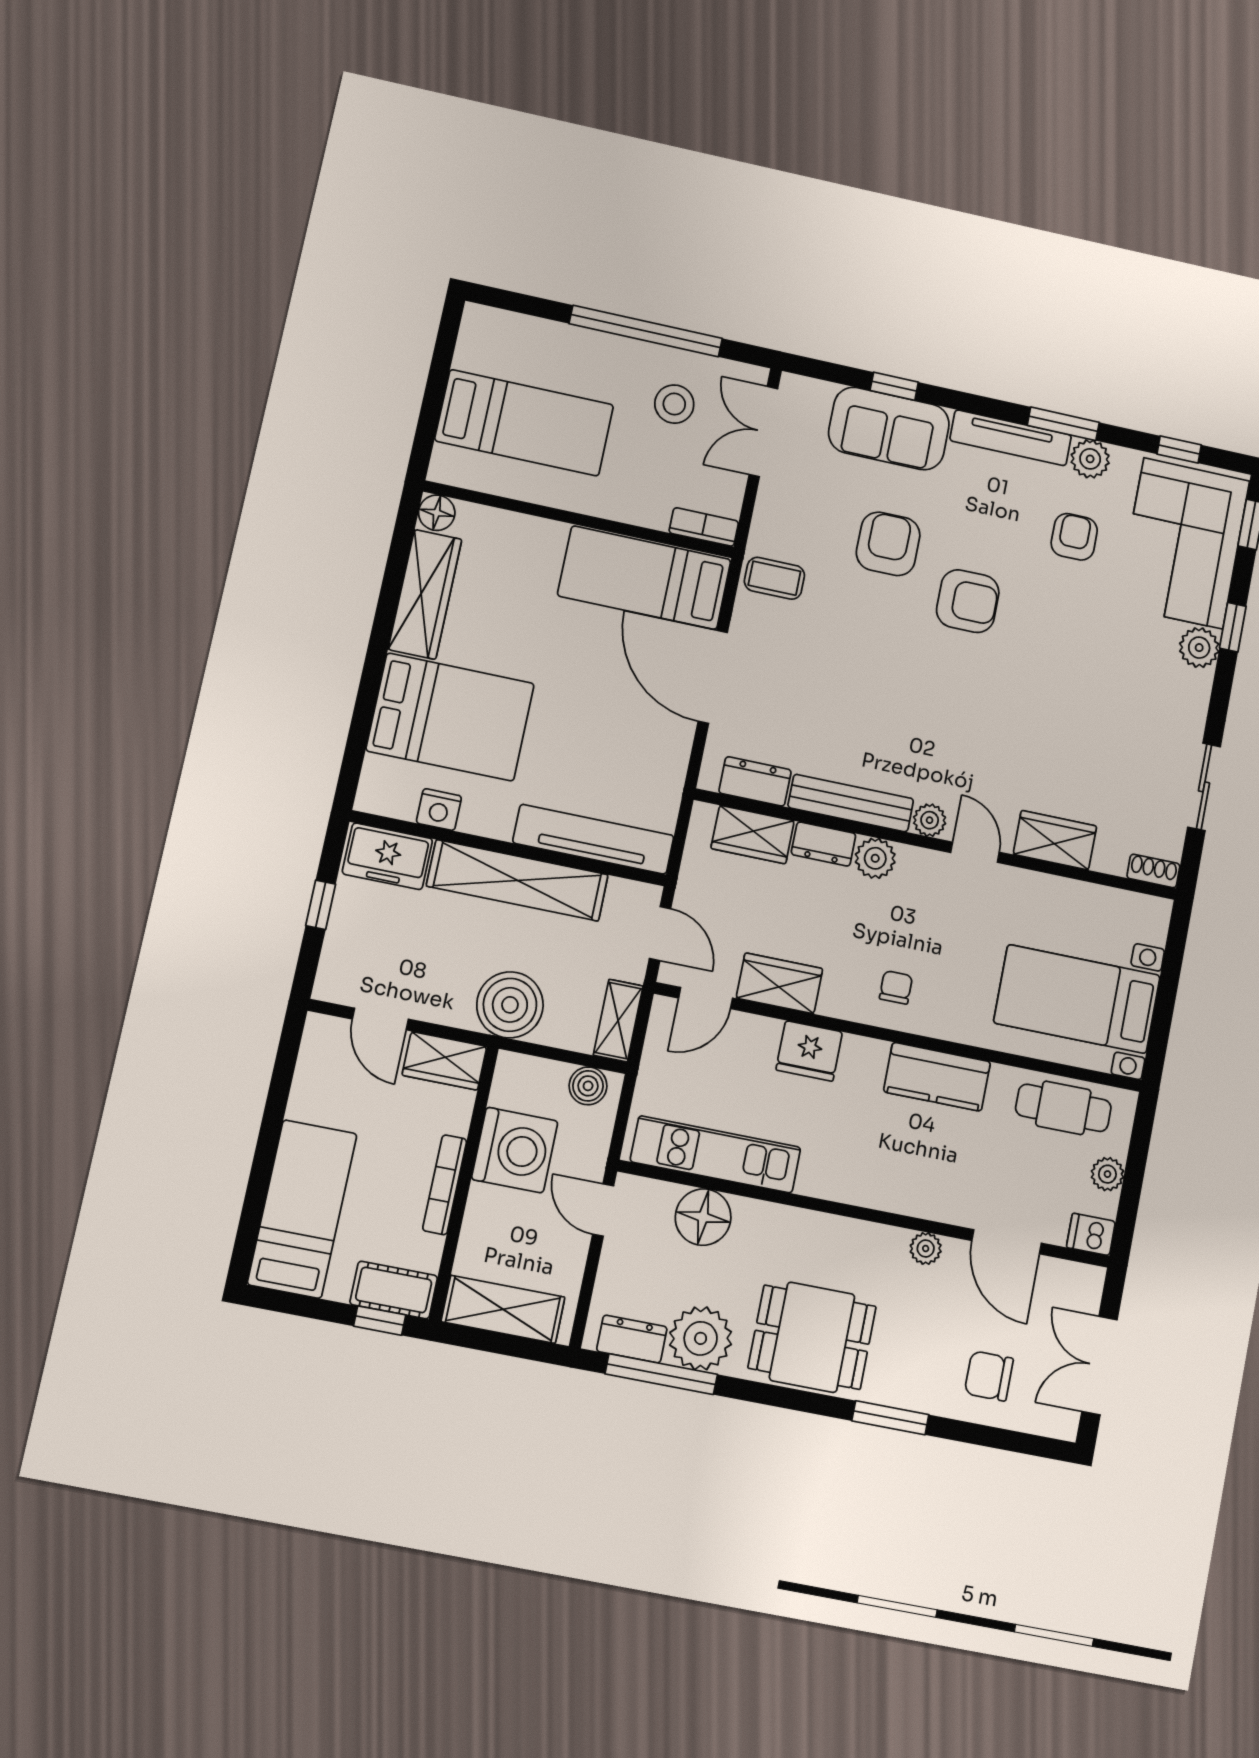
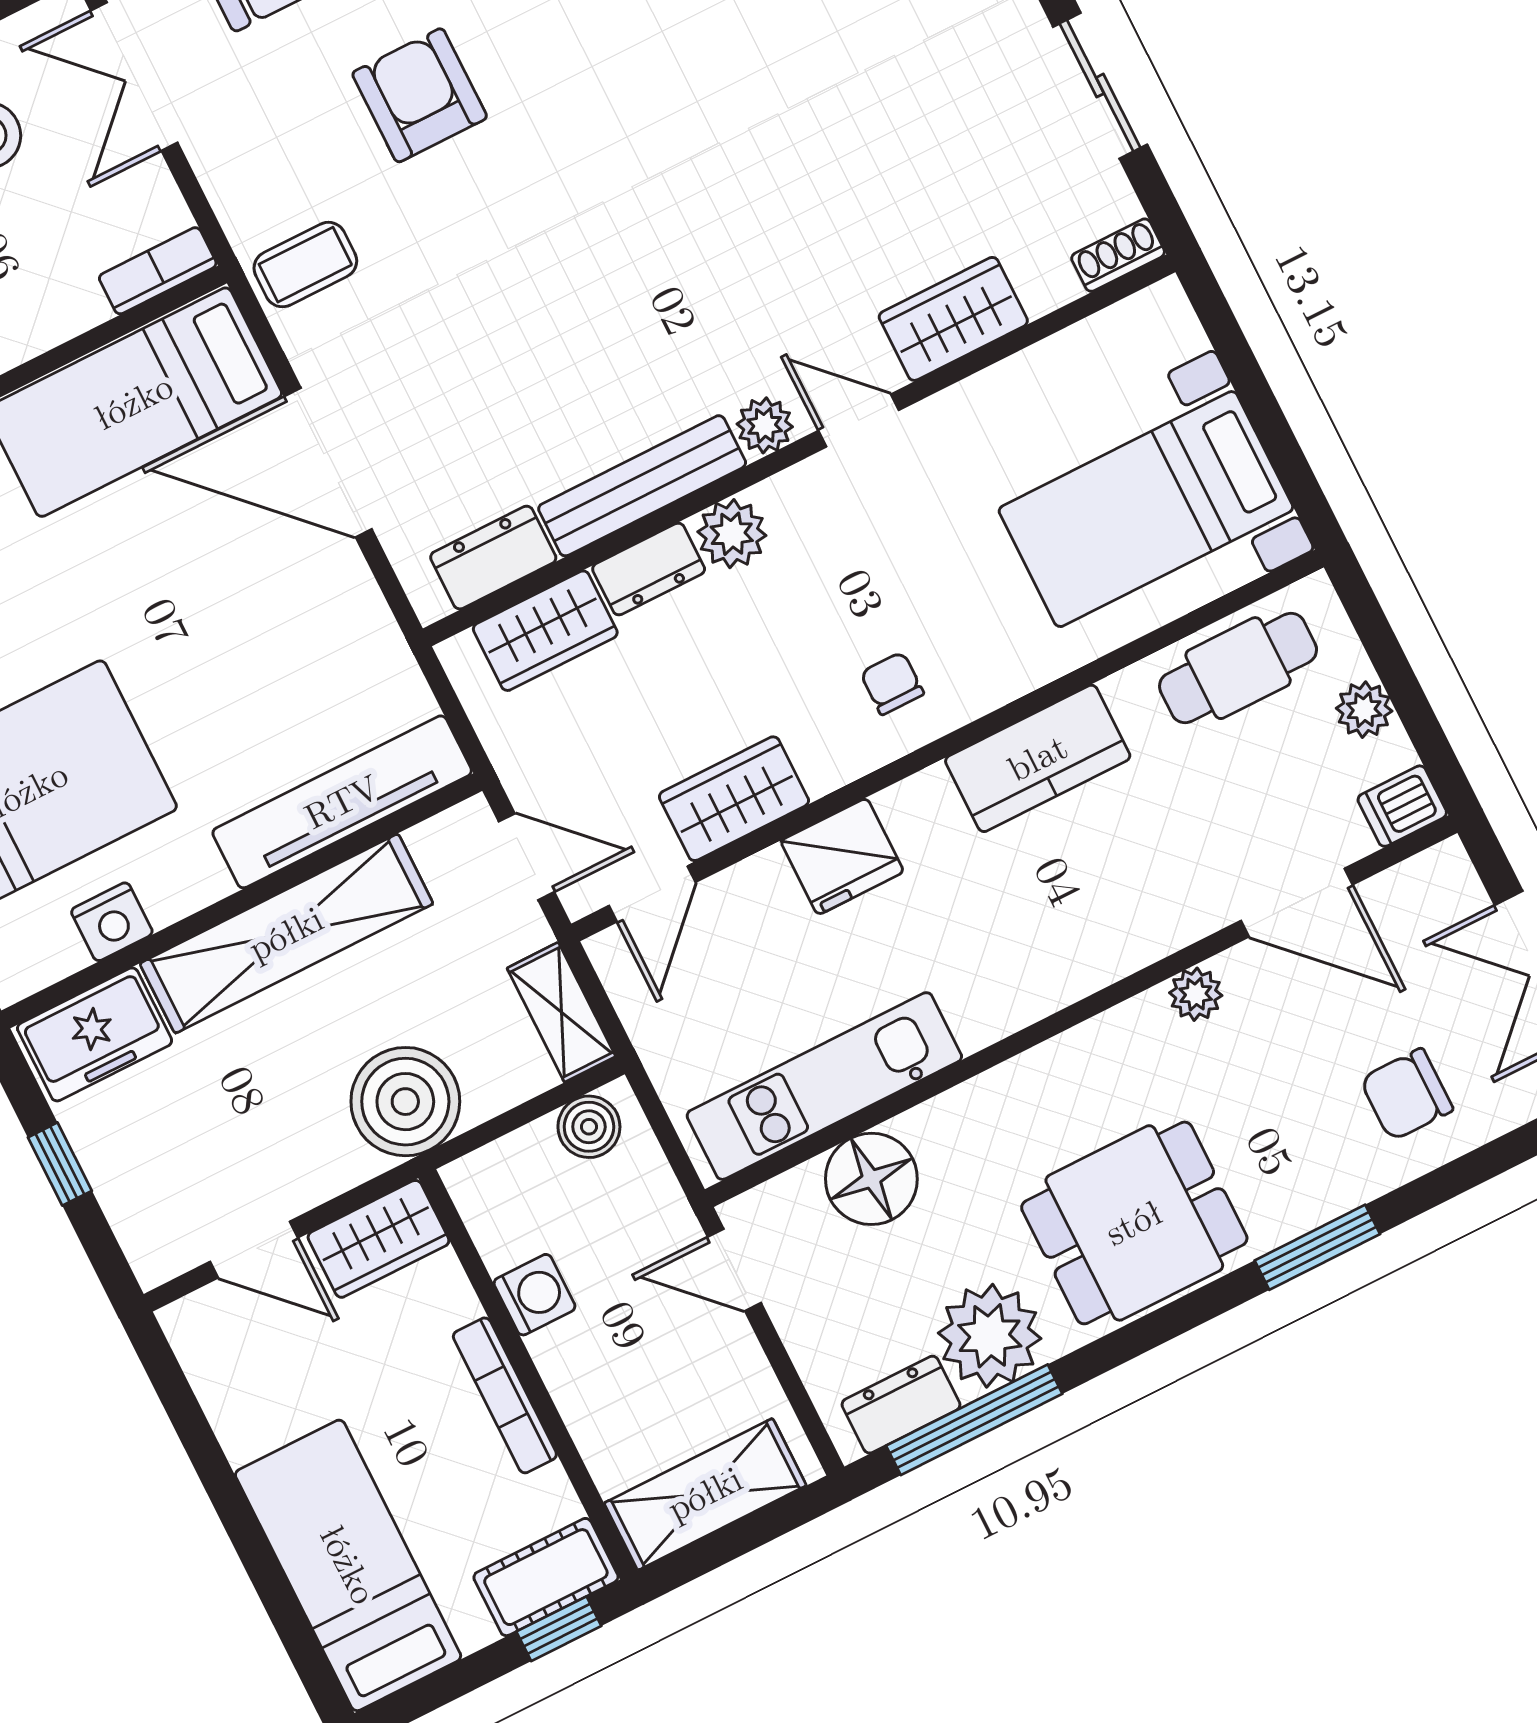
armchair: (968, 601) -> (587, 87), removed
washing machine: (515, 1150) -> (535, 1295), width x0.53, depth x0.53

